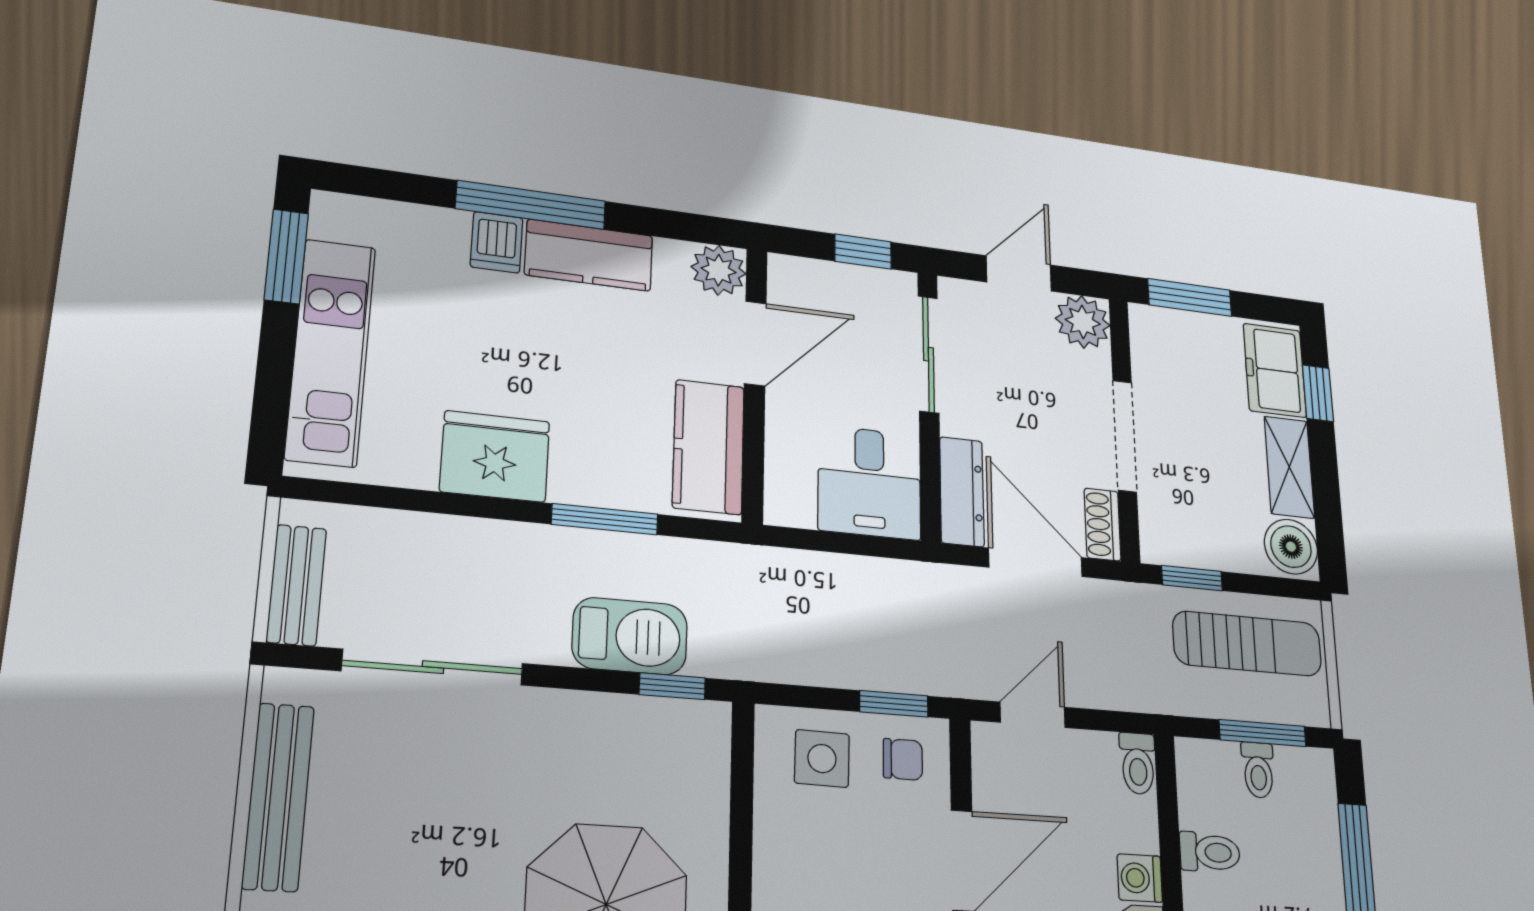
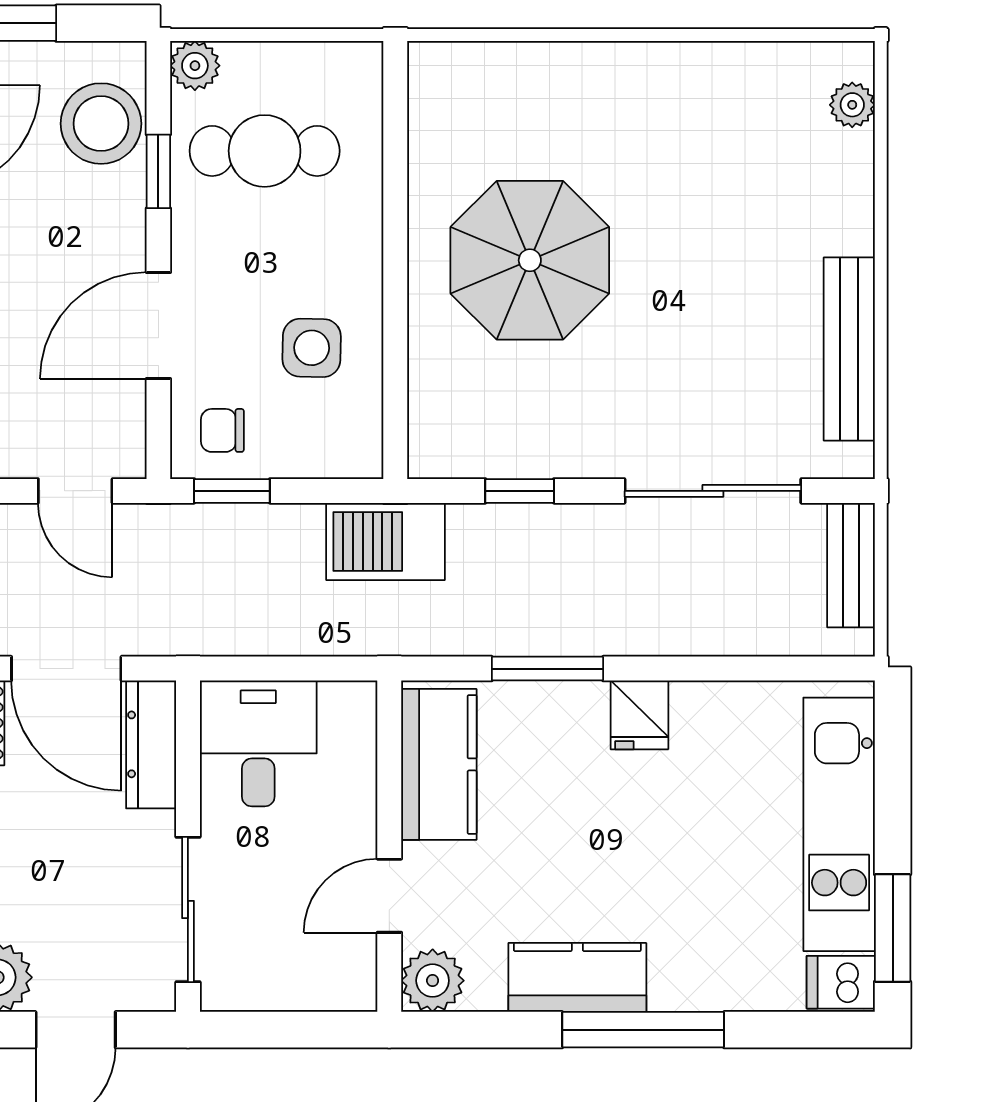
dishwasher: (497, 242) -> (841, 982), moved, turned -90
window: (863, 252) -> (265, 1030), removed
door: (755, 343) -> (389, 896), width x0.73
fridge: (495, 456) -> (639, 715), width x0.53, depth x0.75
barbecue: (630, 636) -> (386, 541), moved
window: (672, 686) -> (520, 491), moved
door: (1033, 715) -> (75, 491), hinge flipped
side table: (822, 759) -> (312, 348), moved

